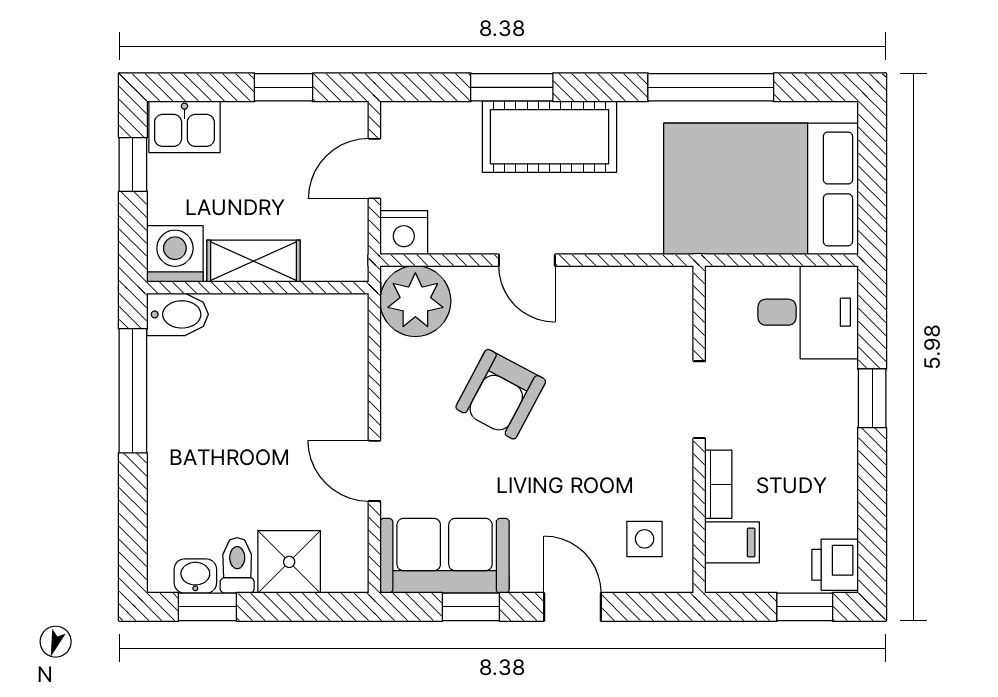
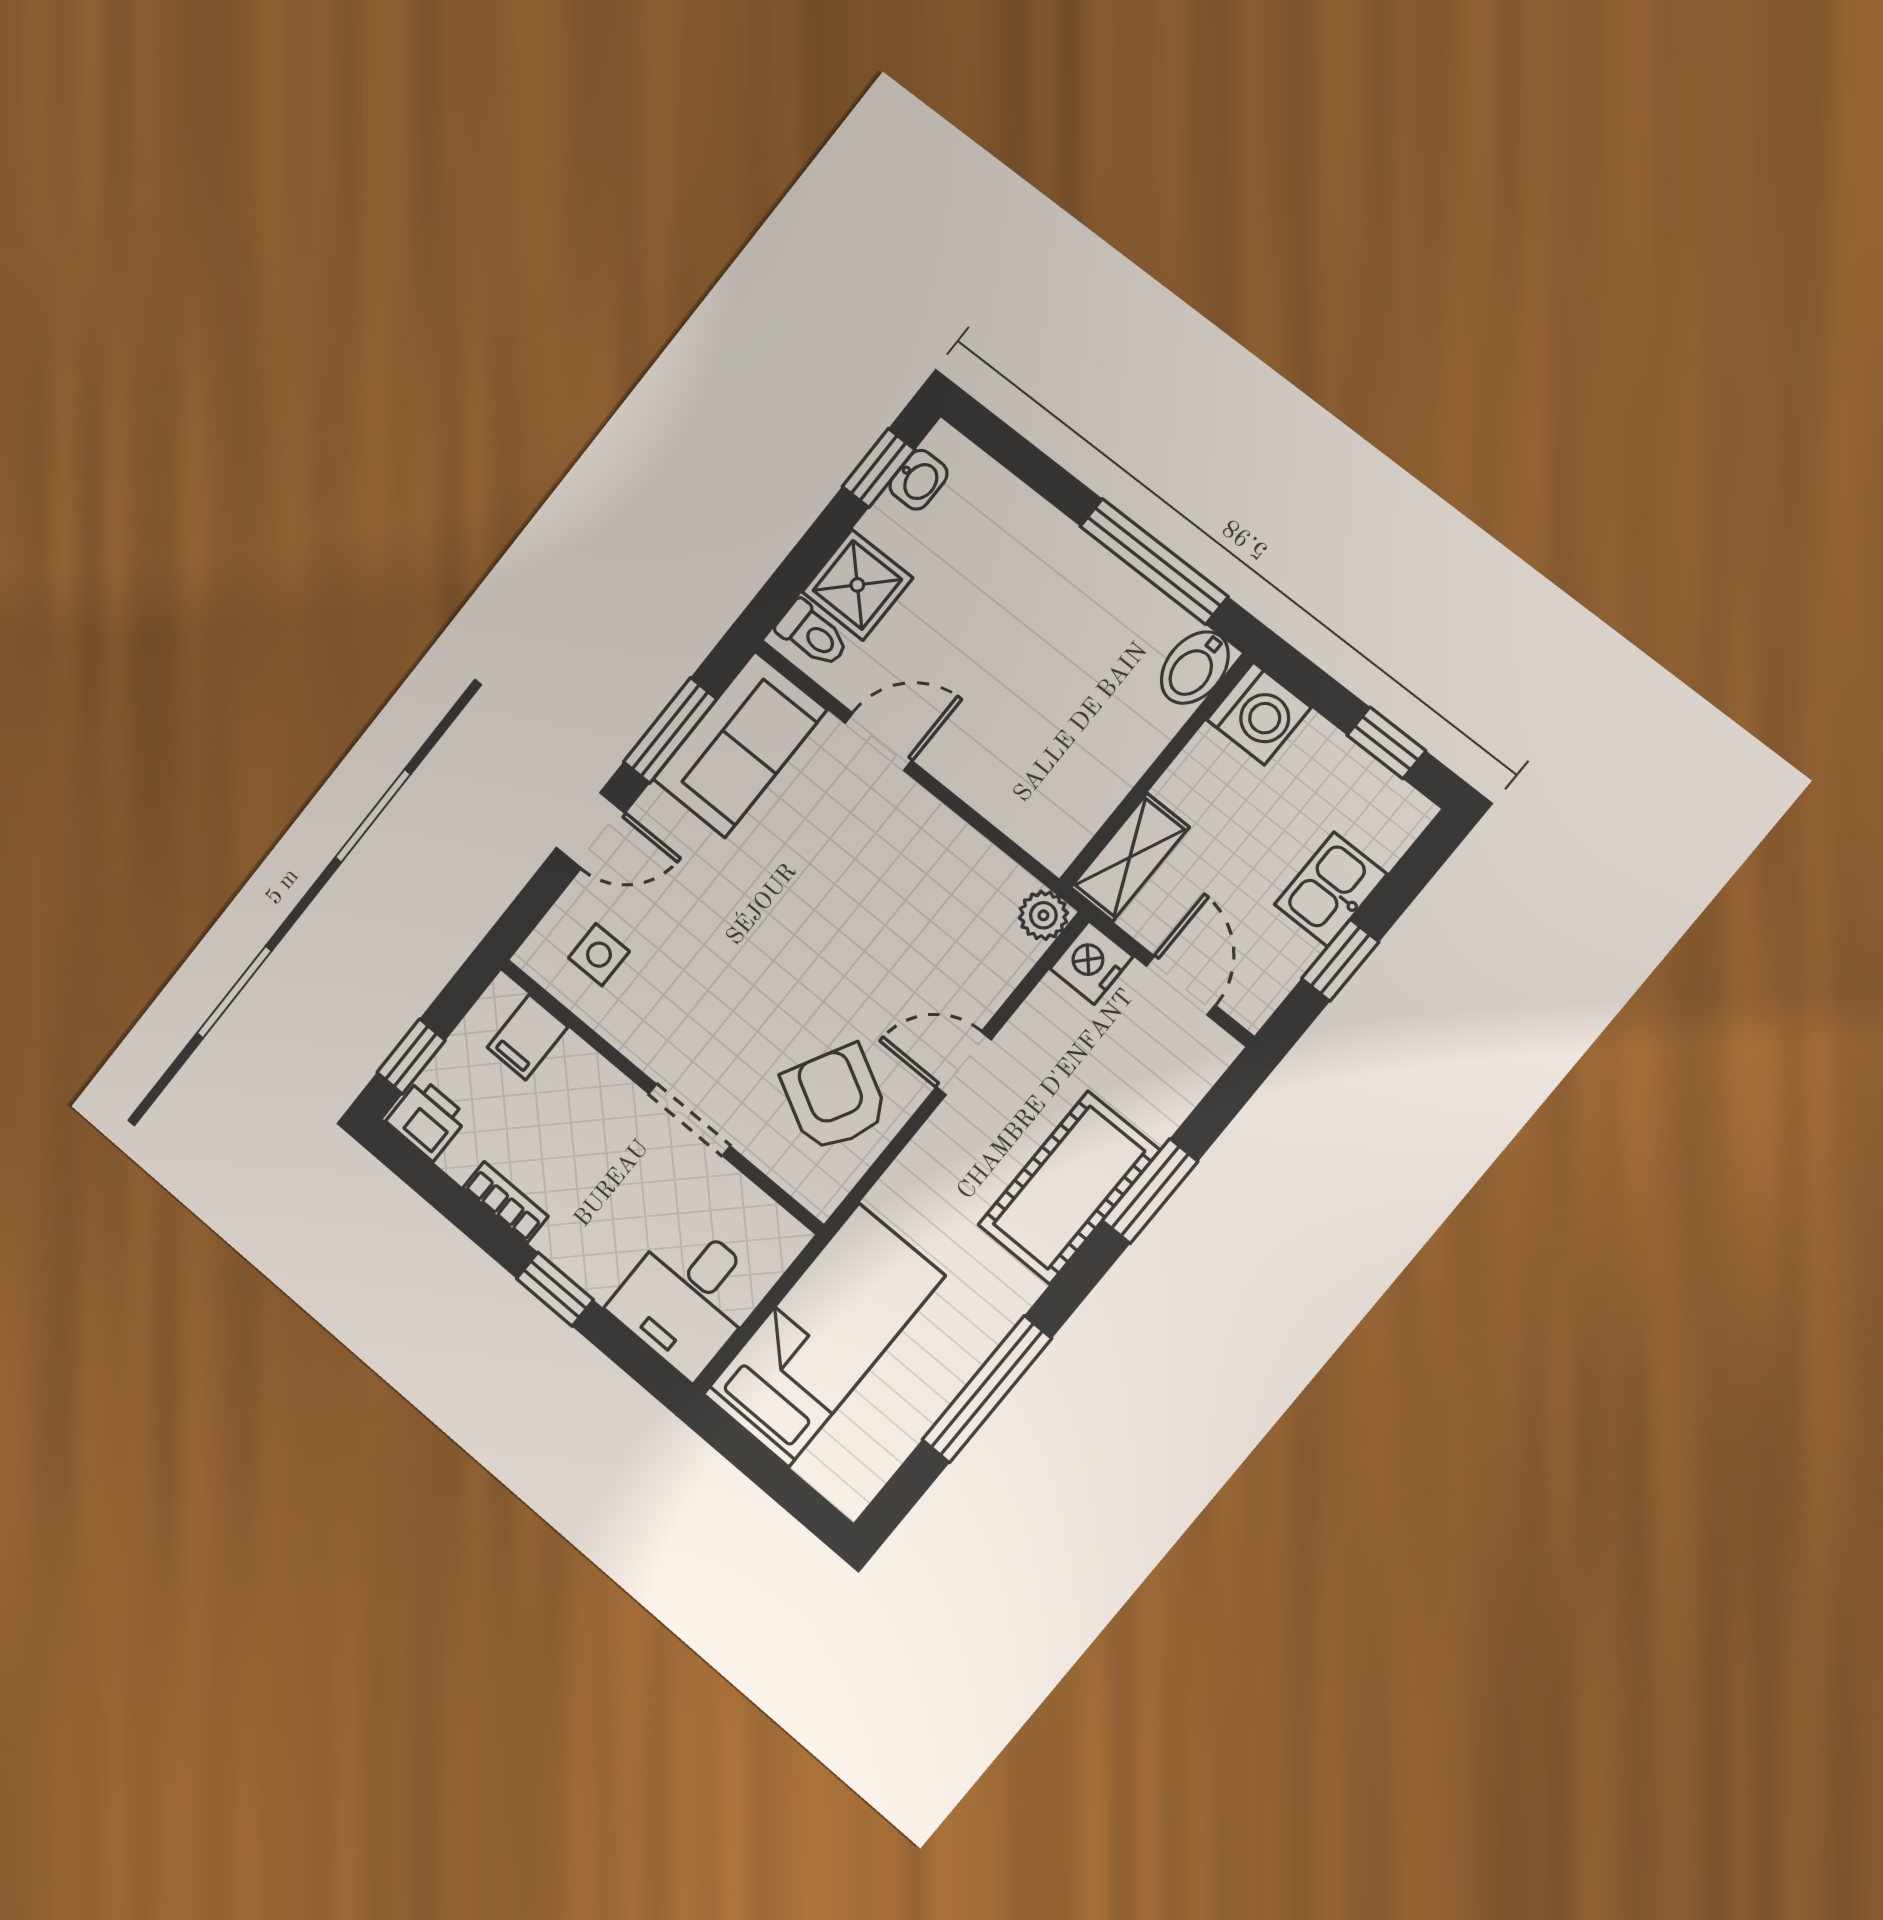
kitchen sink: (184, 127) -> (1331, 889), moved
bed: (761, 189) -> (824, 1335), width x0.67
shelving: (254, 261) -> (1130, 857), moved
plant: (415, 301) -> (1043, 915), width x0.53, depth x0.53
armchair: (501, 394) -> (835, 1098), moved
bookcase: (718, 484) -> (506, 1202), moved, turned 180
toilet: (237, 565) -> (813, 634), moved
window: (471, 607) -> (670, 730), width x1.50

